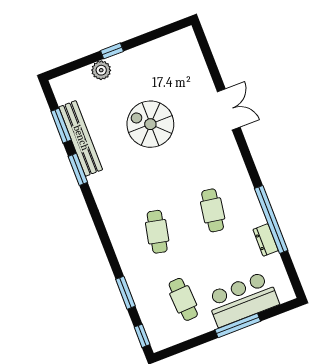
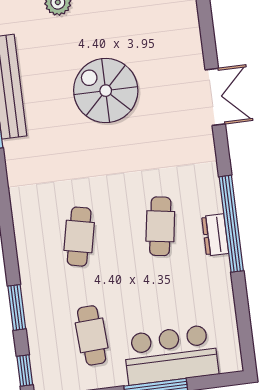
window: (271, 219) -> (231, 224), moved
dresser: (266, 240) -> (215, 235), moved

